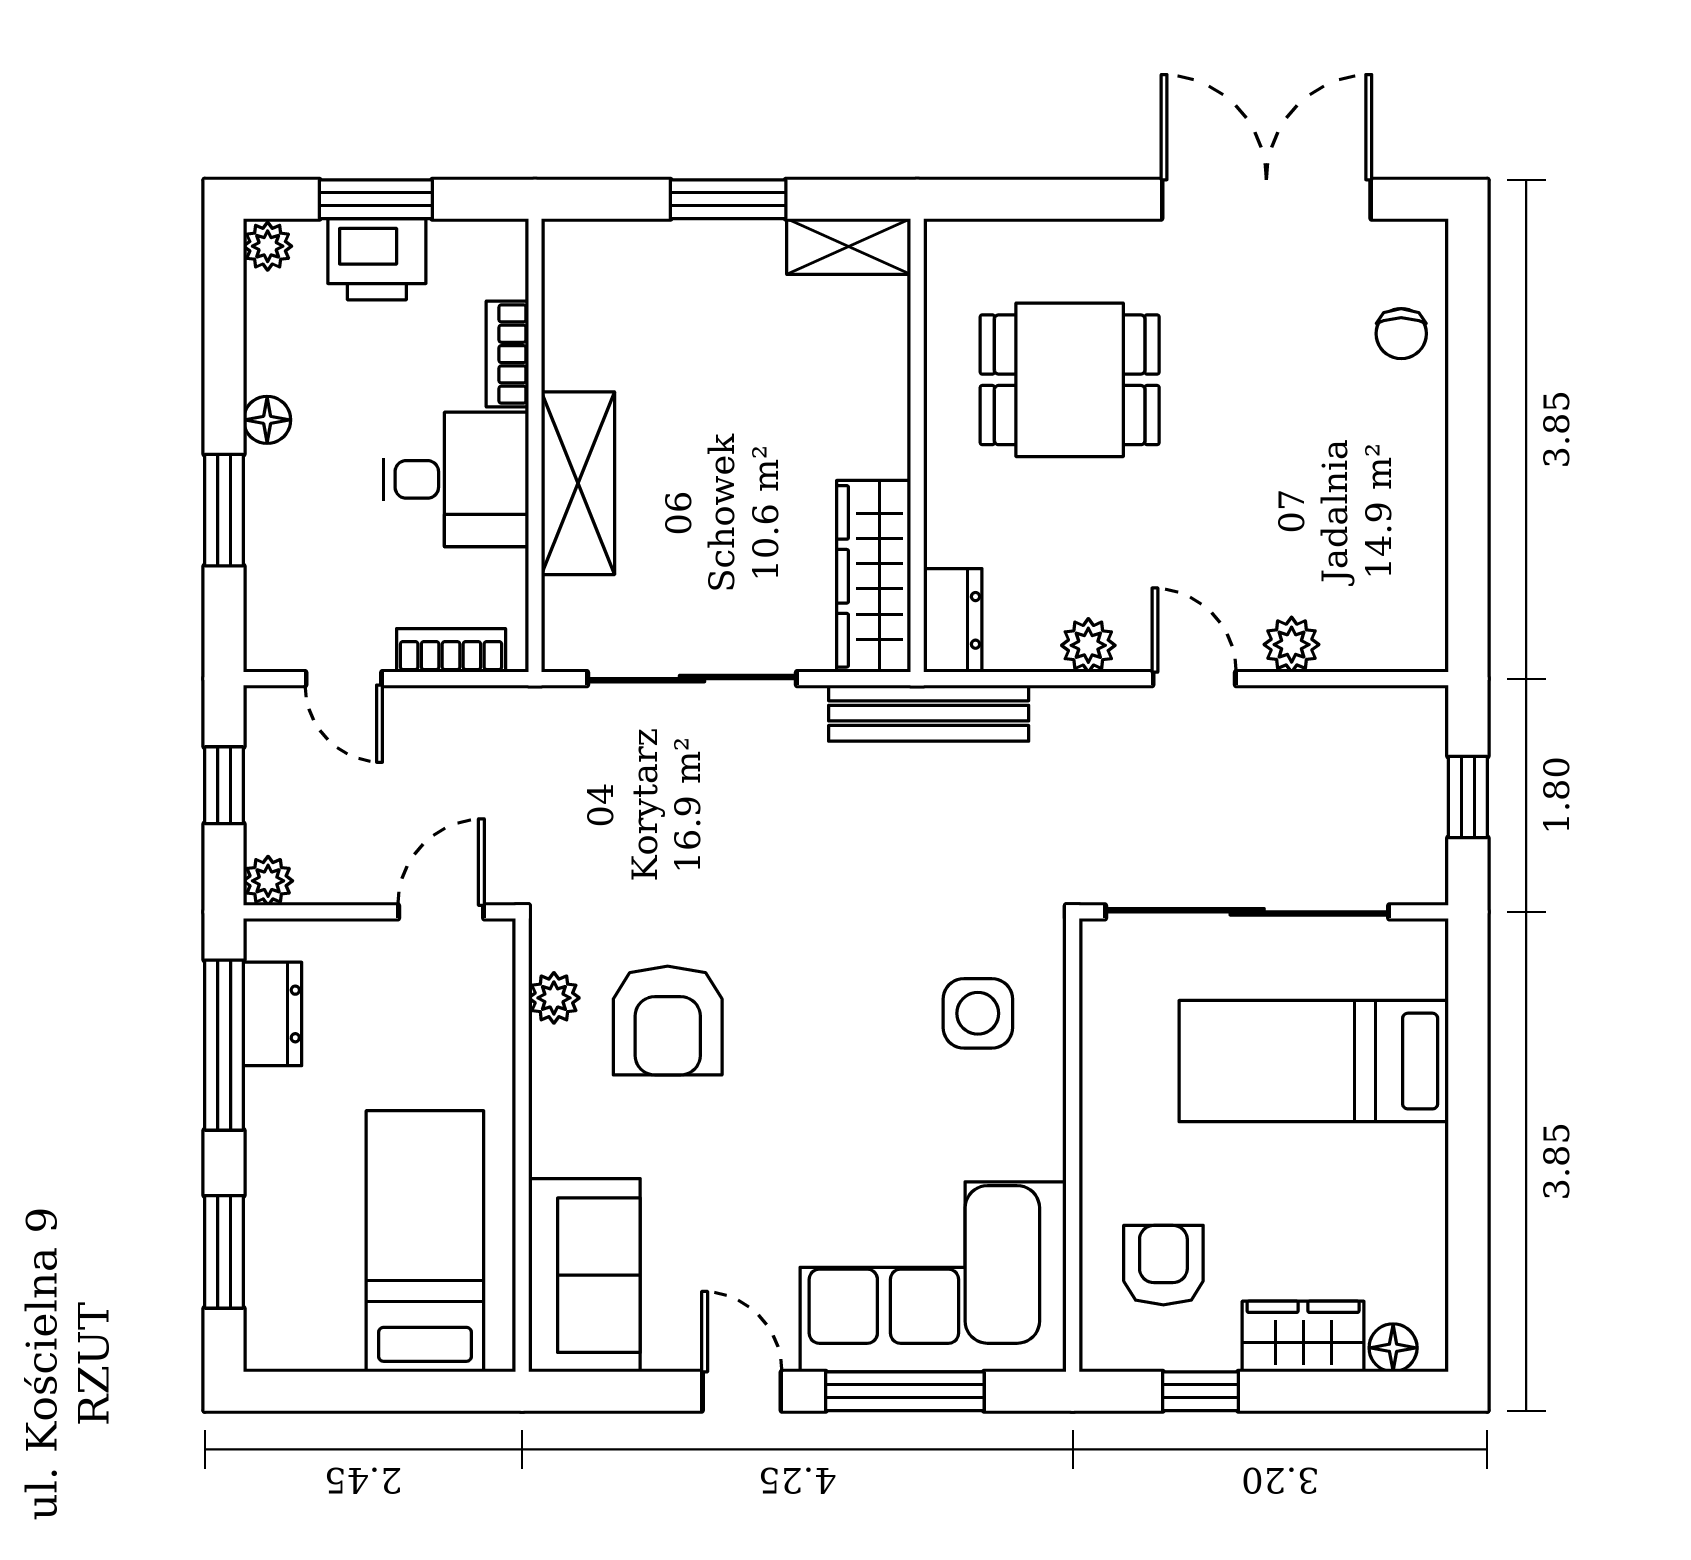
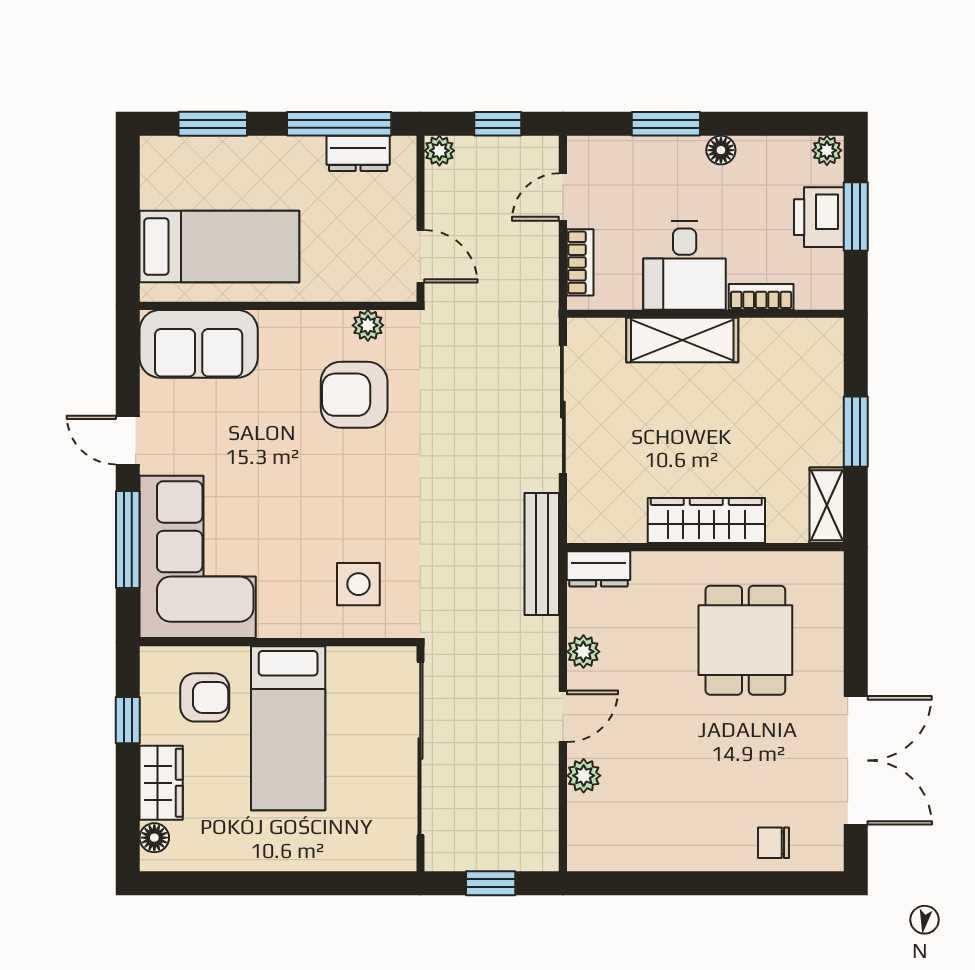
wardrobe: (874, 576) -> (706, 521), moved
bed: (1314, 1061) -> (288, 728), moved, turned 180
door: (742, 1391) -> (128, 440), swing flipped

